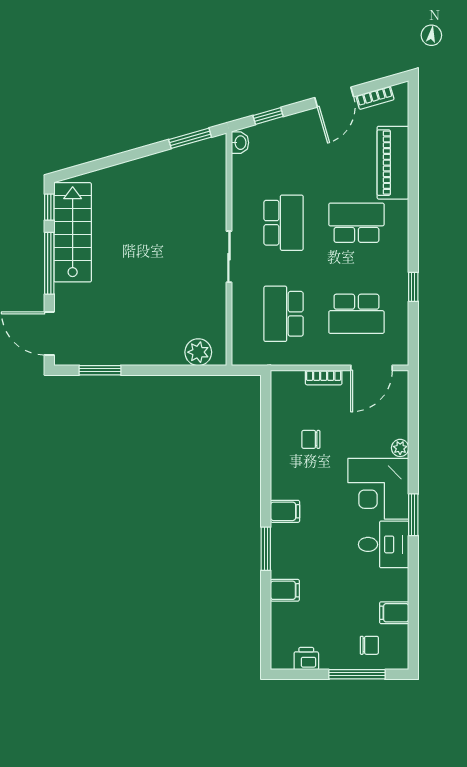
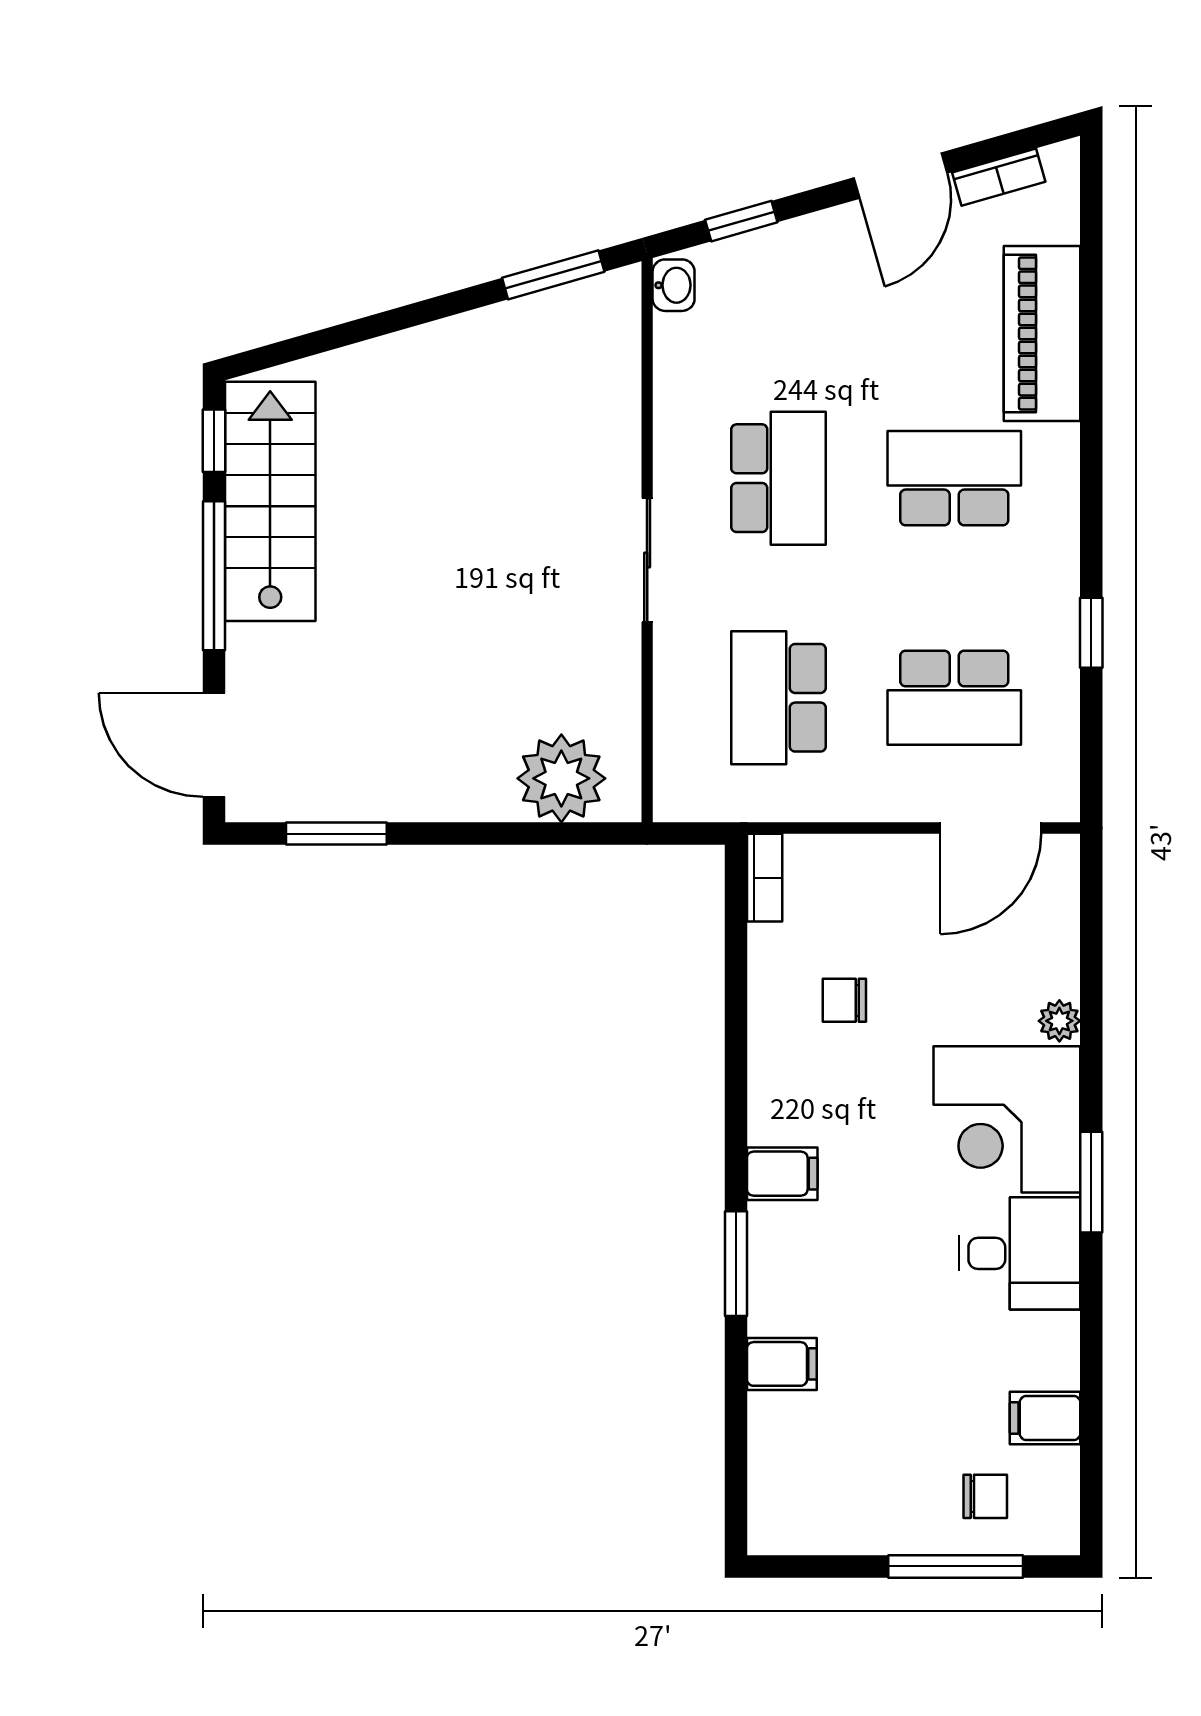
plant: (198, 352) -> (561, 778), width x1.36, depth x1.36
bookcase: (324, 377) -> (765, 878), moved, turned -90
printer: (306, 659) -> (833, 1529), removed

